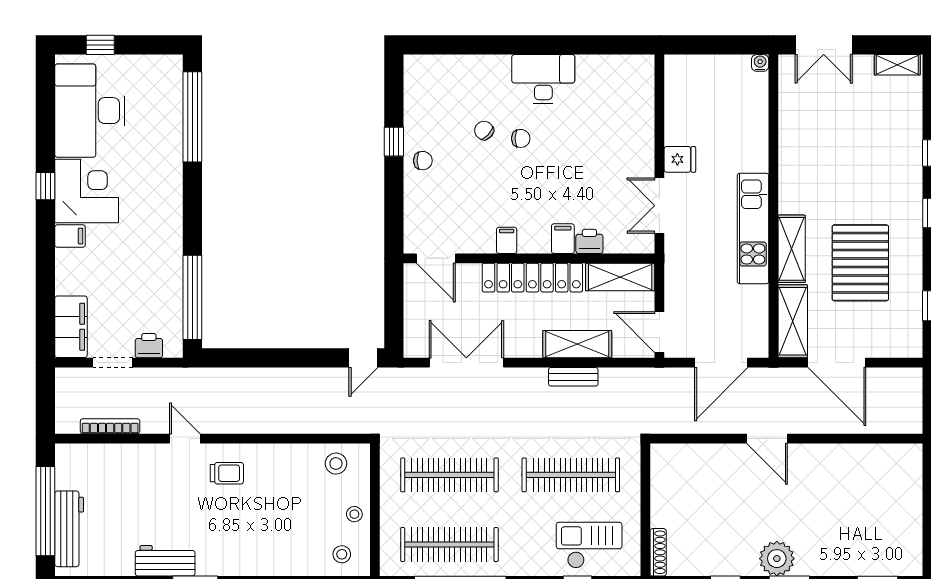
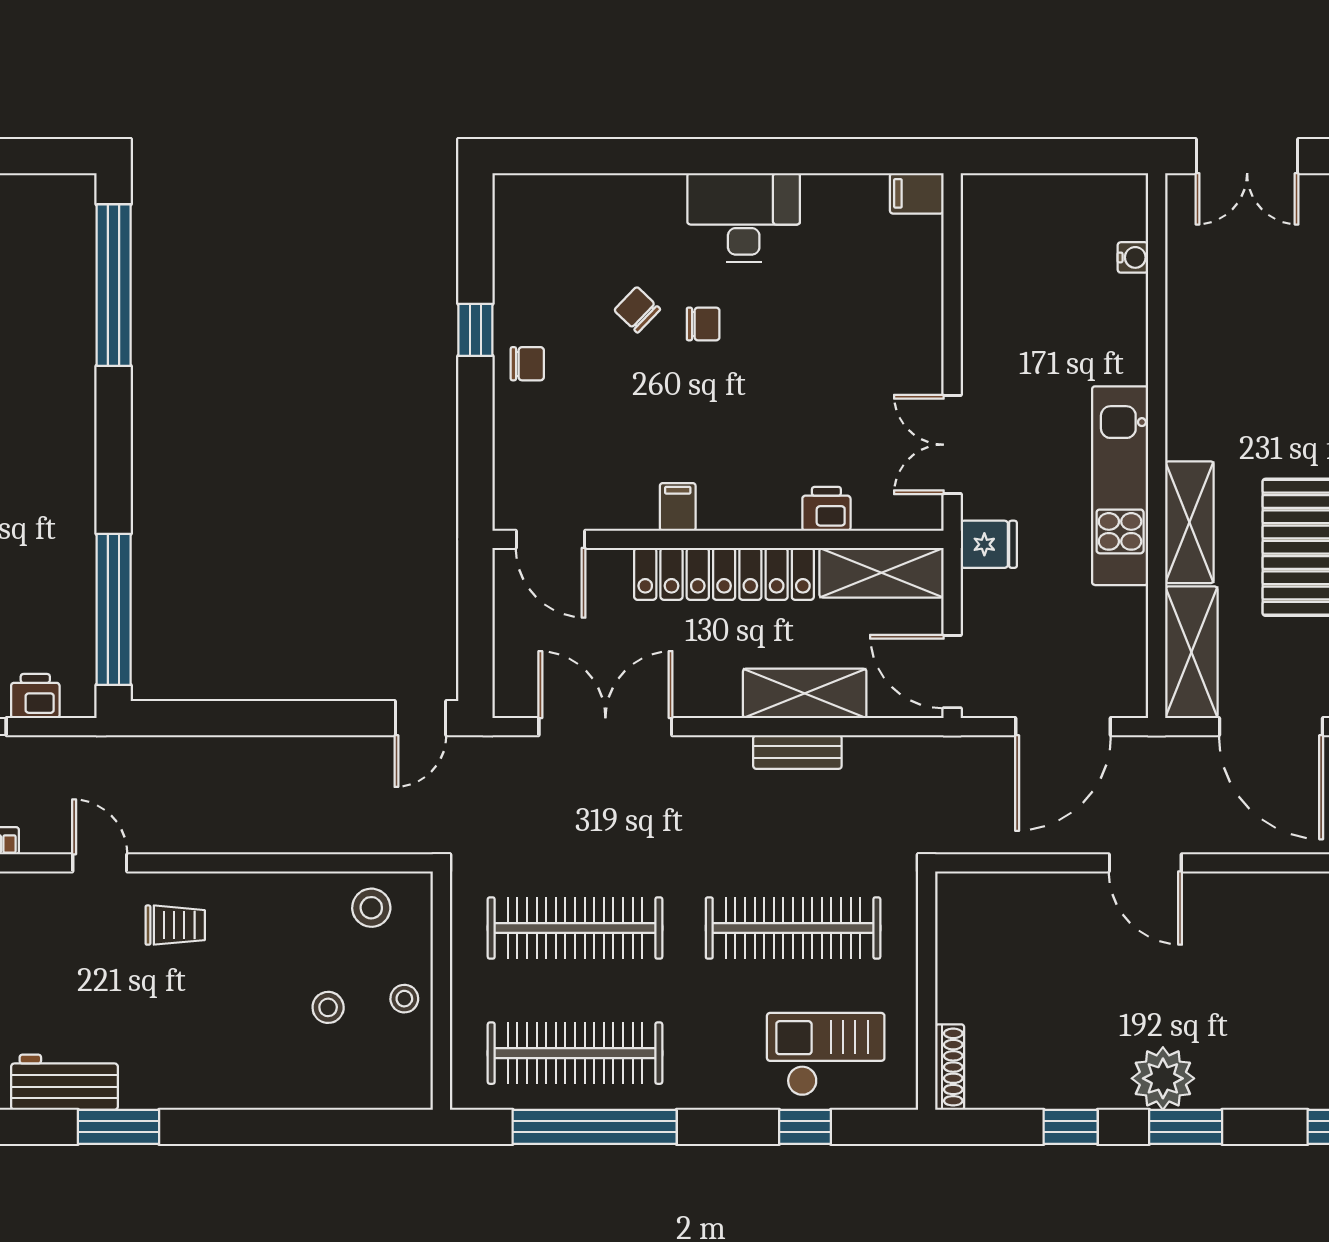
water cooler: (760, 63) -> (1133, 257), moved, turned 90
fridge: (680, 159) -> (989, 544), moved
filing cabinet: (563, 239) -> (917, 193), moved, turned -90
stool: (342, 554) -> (328, 1007), moved

